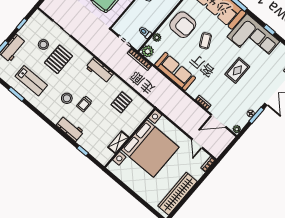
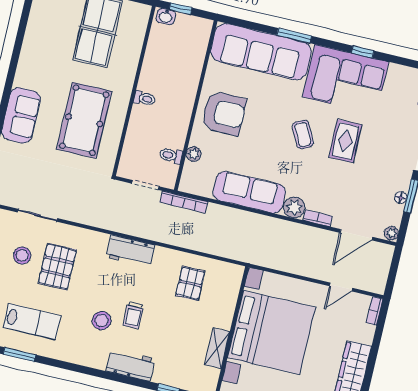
coffee table: (205, 41) -> (303, 134), moved
plant: (148, 51) -> (294, 207), moved
door: (197, 143) -> (341, 287), hinge flipped

